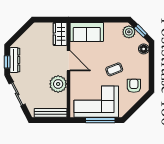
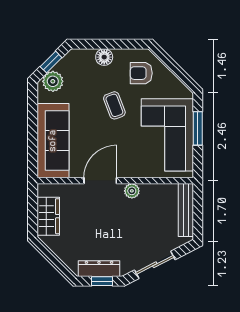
sofa: (87, 32) -> (53, 141), width x1.36
wardrobe: (60, 34) -> (48, 216), moved, turned -90
floor lamp: (144, 49) -> (104, 57), moved
plant: (58, 84) -> (132, 191), width x0.53, depth x0.53
window: (100, 120) -> (198, 128), width x0.69

